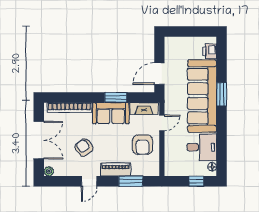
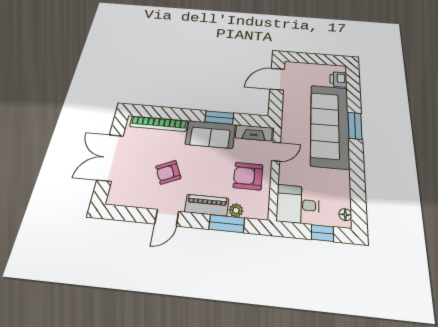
door: (159, 74) -> (277, 79), moved
double door: (39, 140) -> (110, 158), swing flipped
armchair: (143, 145) -> (248, 176), turned 90
desk: (202, 147) -> (298, 204), moved, turned 180
armchair: (84, 148) -> (168, 172), turned -76
plant: (49, 171) -> (236, 210), moved

